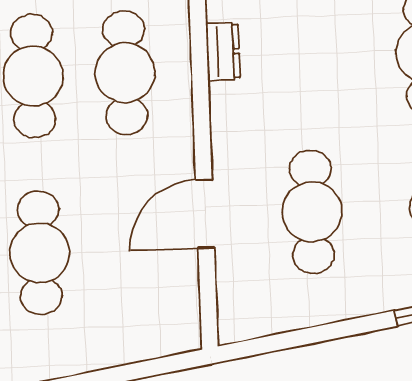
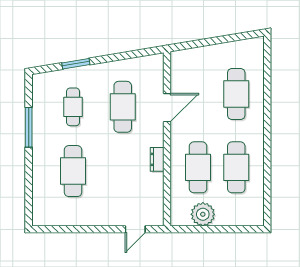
dresser: (223, 52) -> (157, 159), moved

